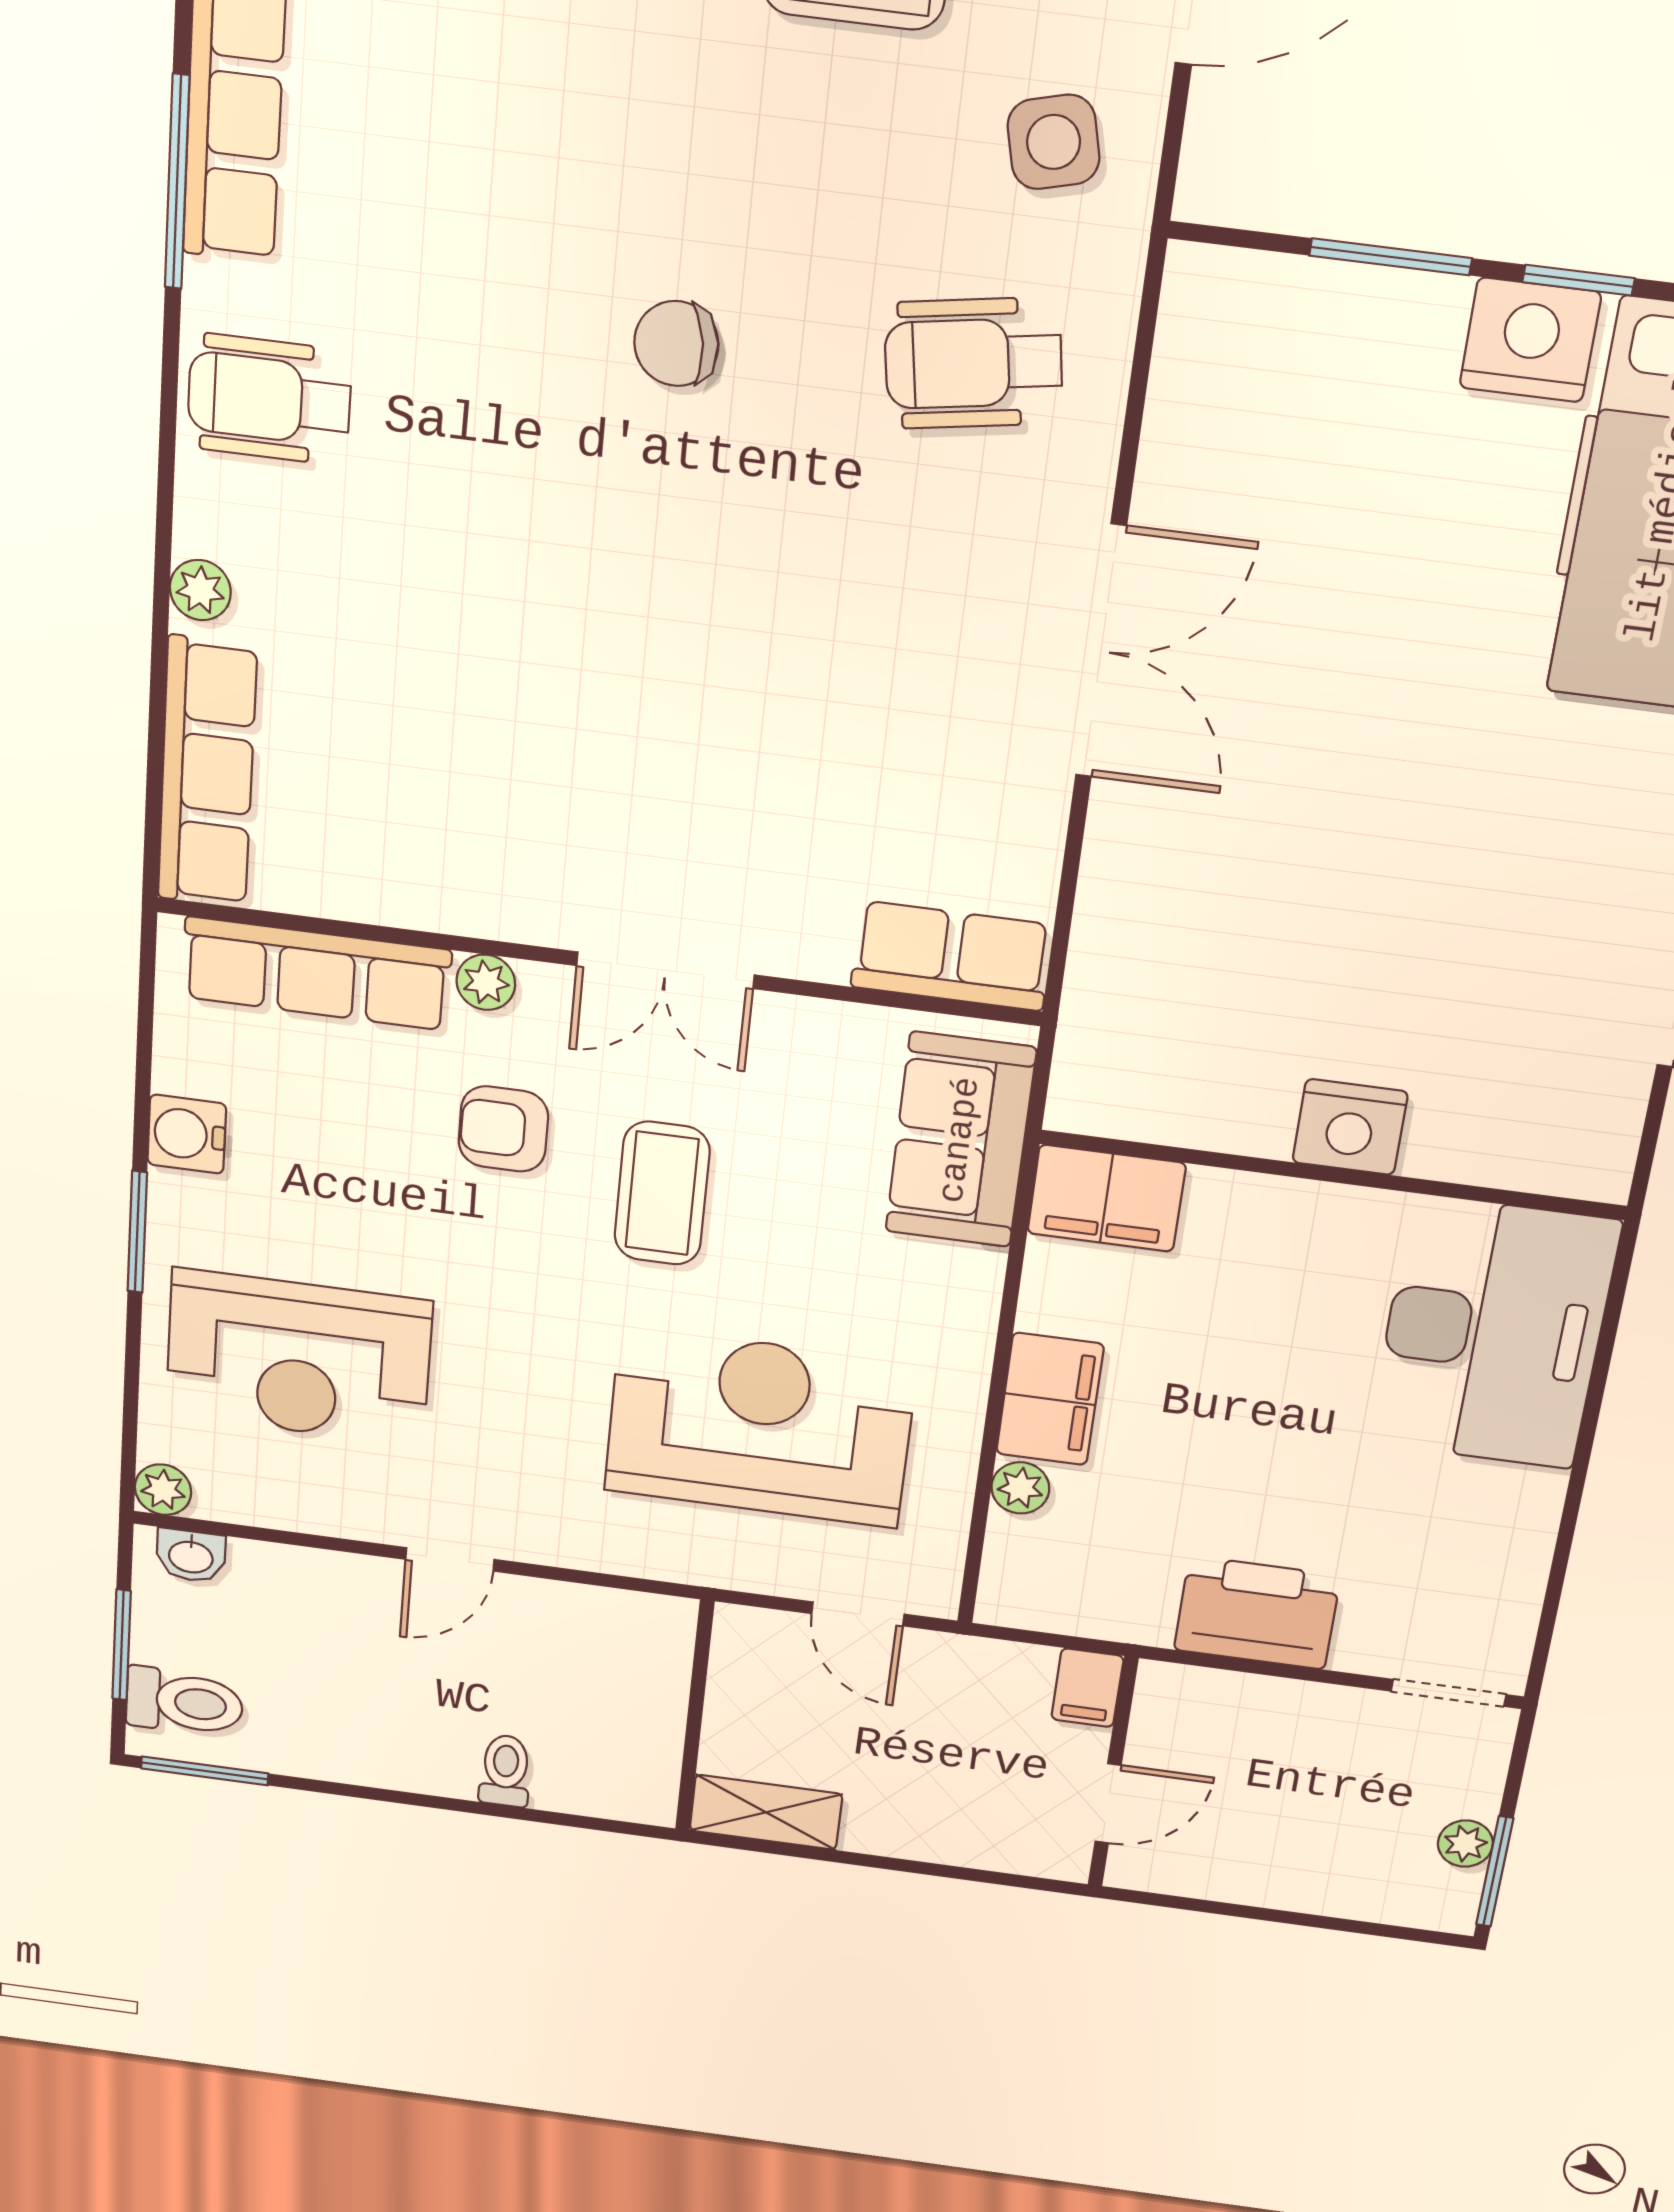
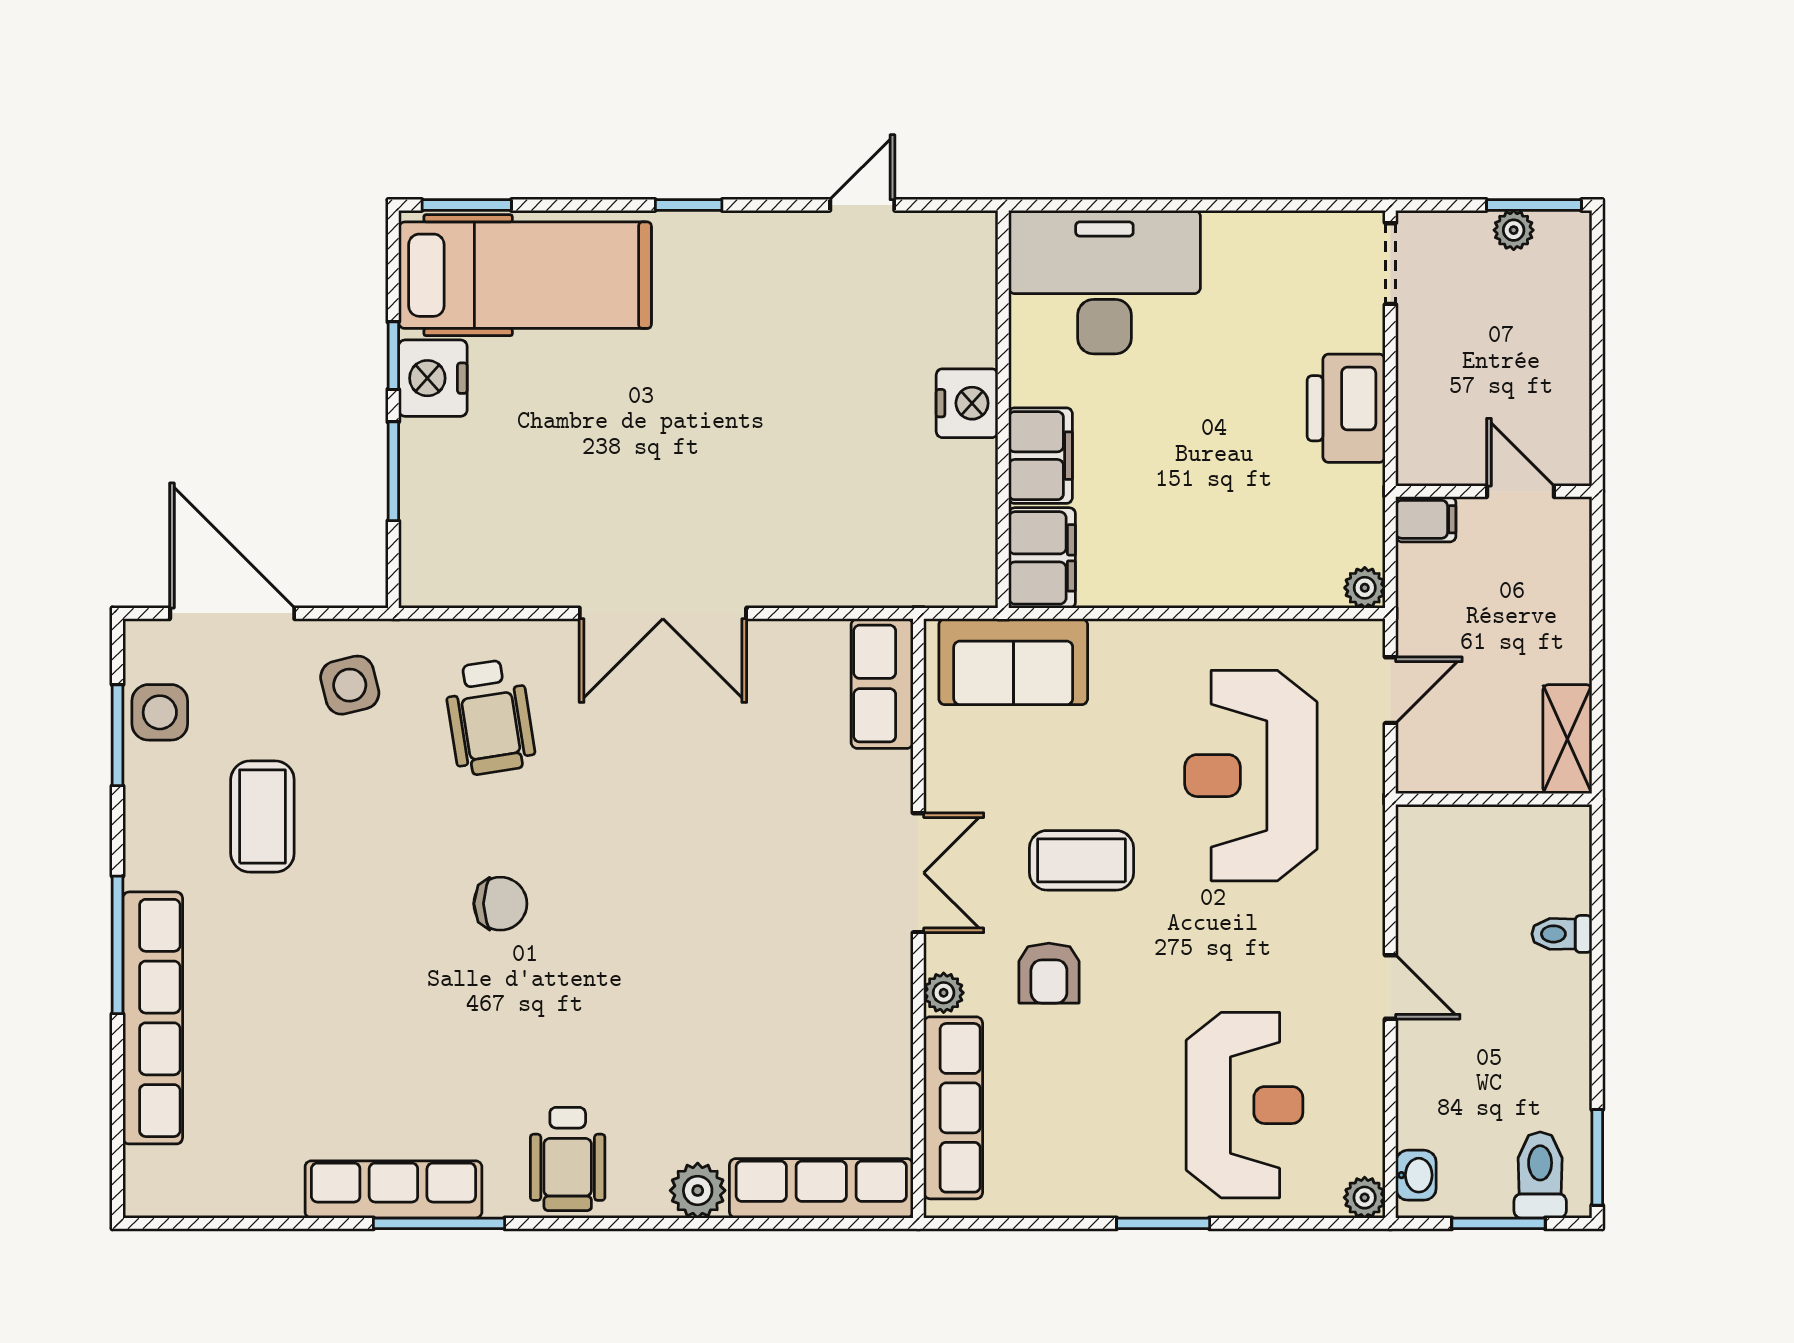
chair: (676, 344) -> (500, 904), turned -83
plant: (200, 590) -> (698, 1191), width x1.38, depth x1.38
double door: (1101, 652) -> (663, 613), swing flipped
water cooler: (187, 1134) -> (1084, 1191), removed
filing cabinet: (1050, 1399) -> (1040, 456), moved, turned 90
plant: (1020, 1488) -> (1365, 588), moved

